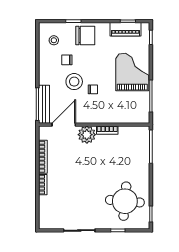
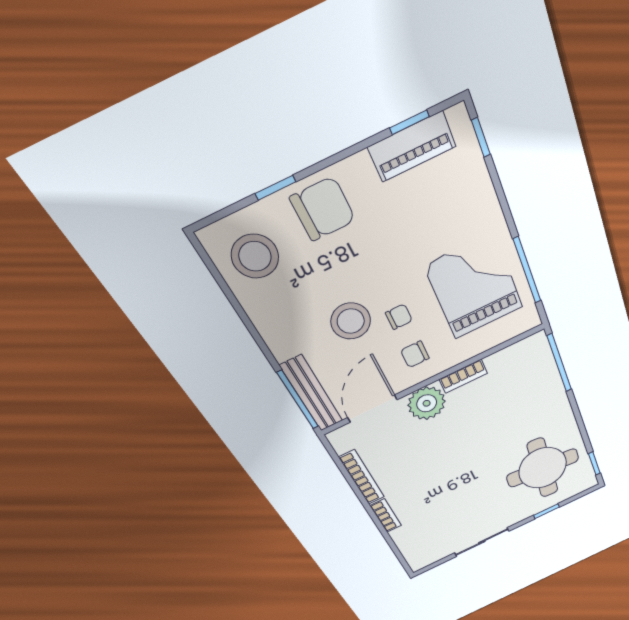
stool: (54, 40) -> (255, 256), width x1.89, depth x1.89
chair: (67, 60) -> (415, 354), moved
grand piano: (132, 72) -> (474, 287), moved

